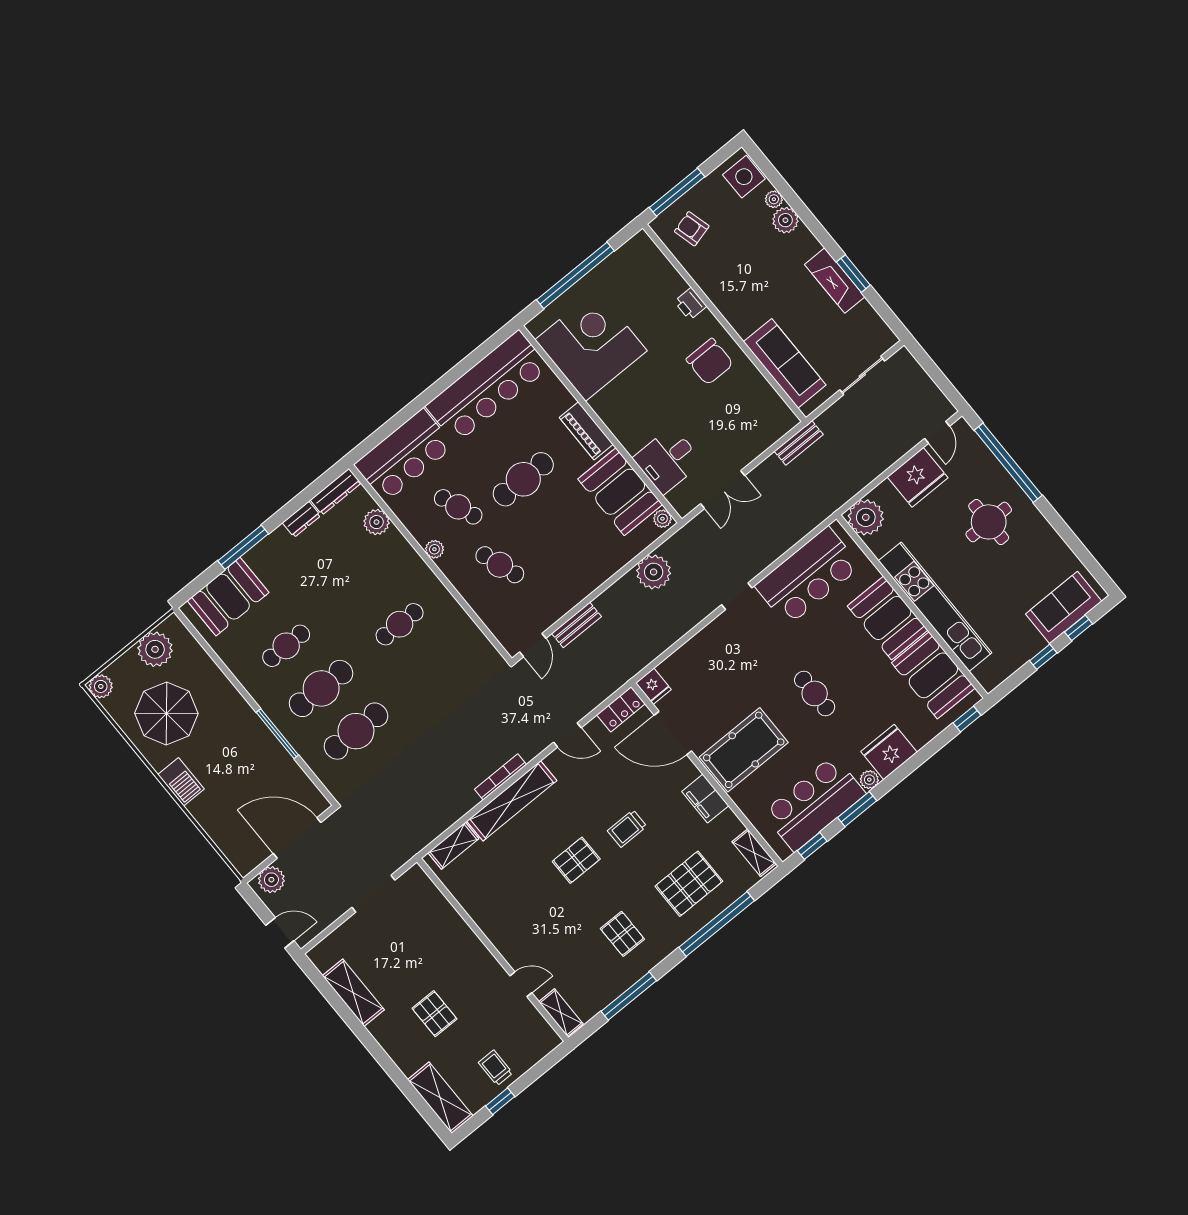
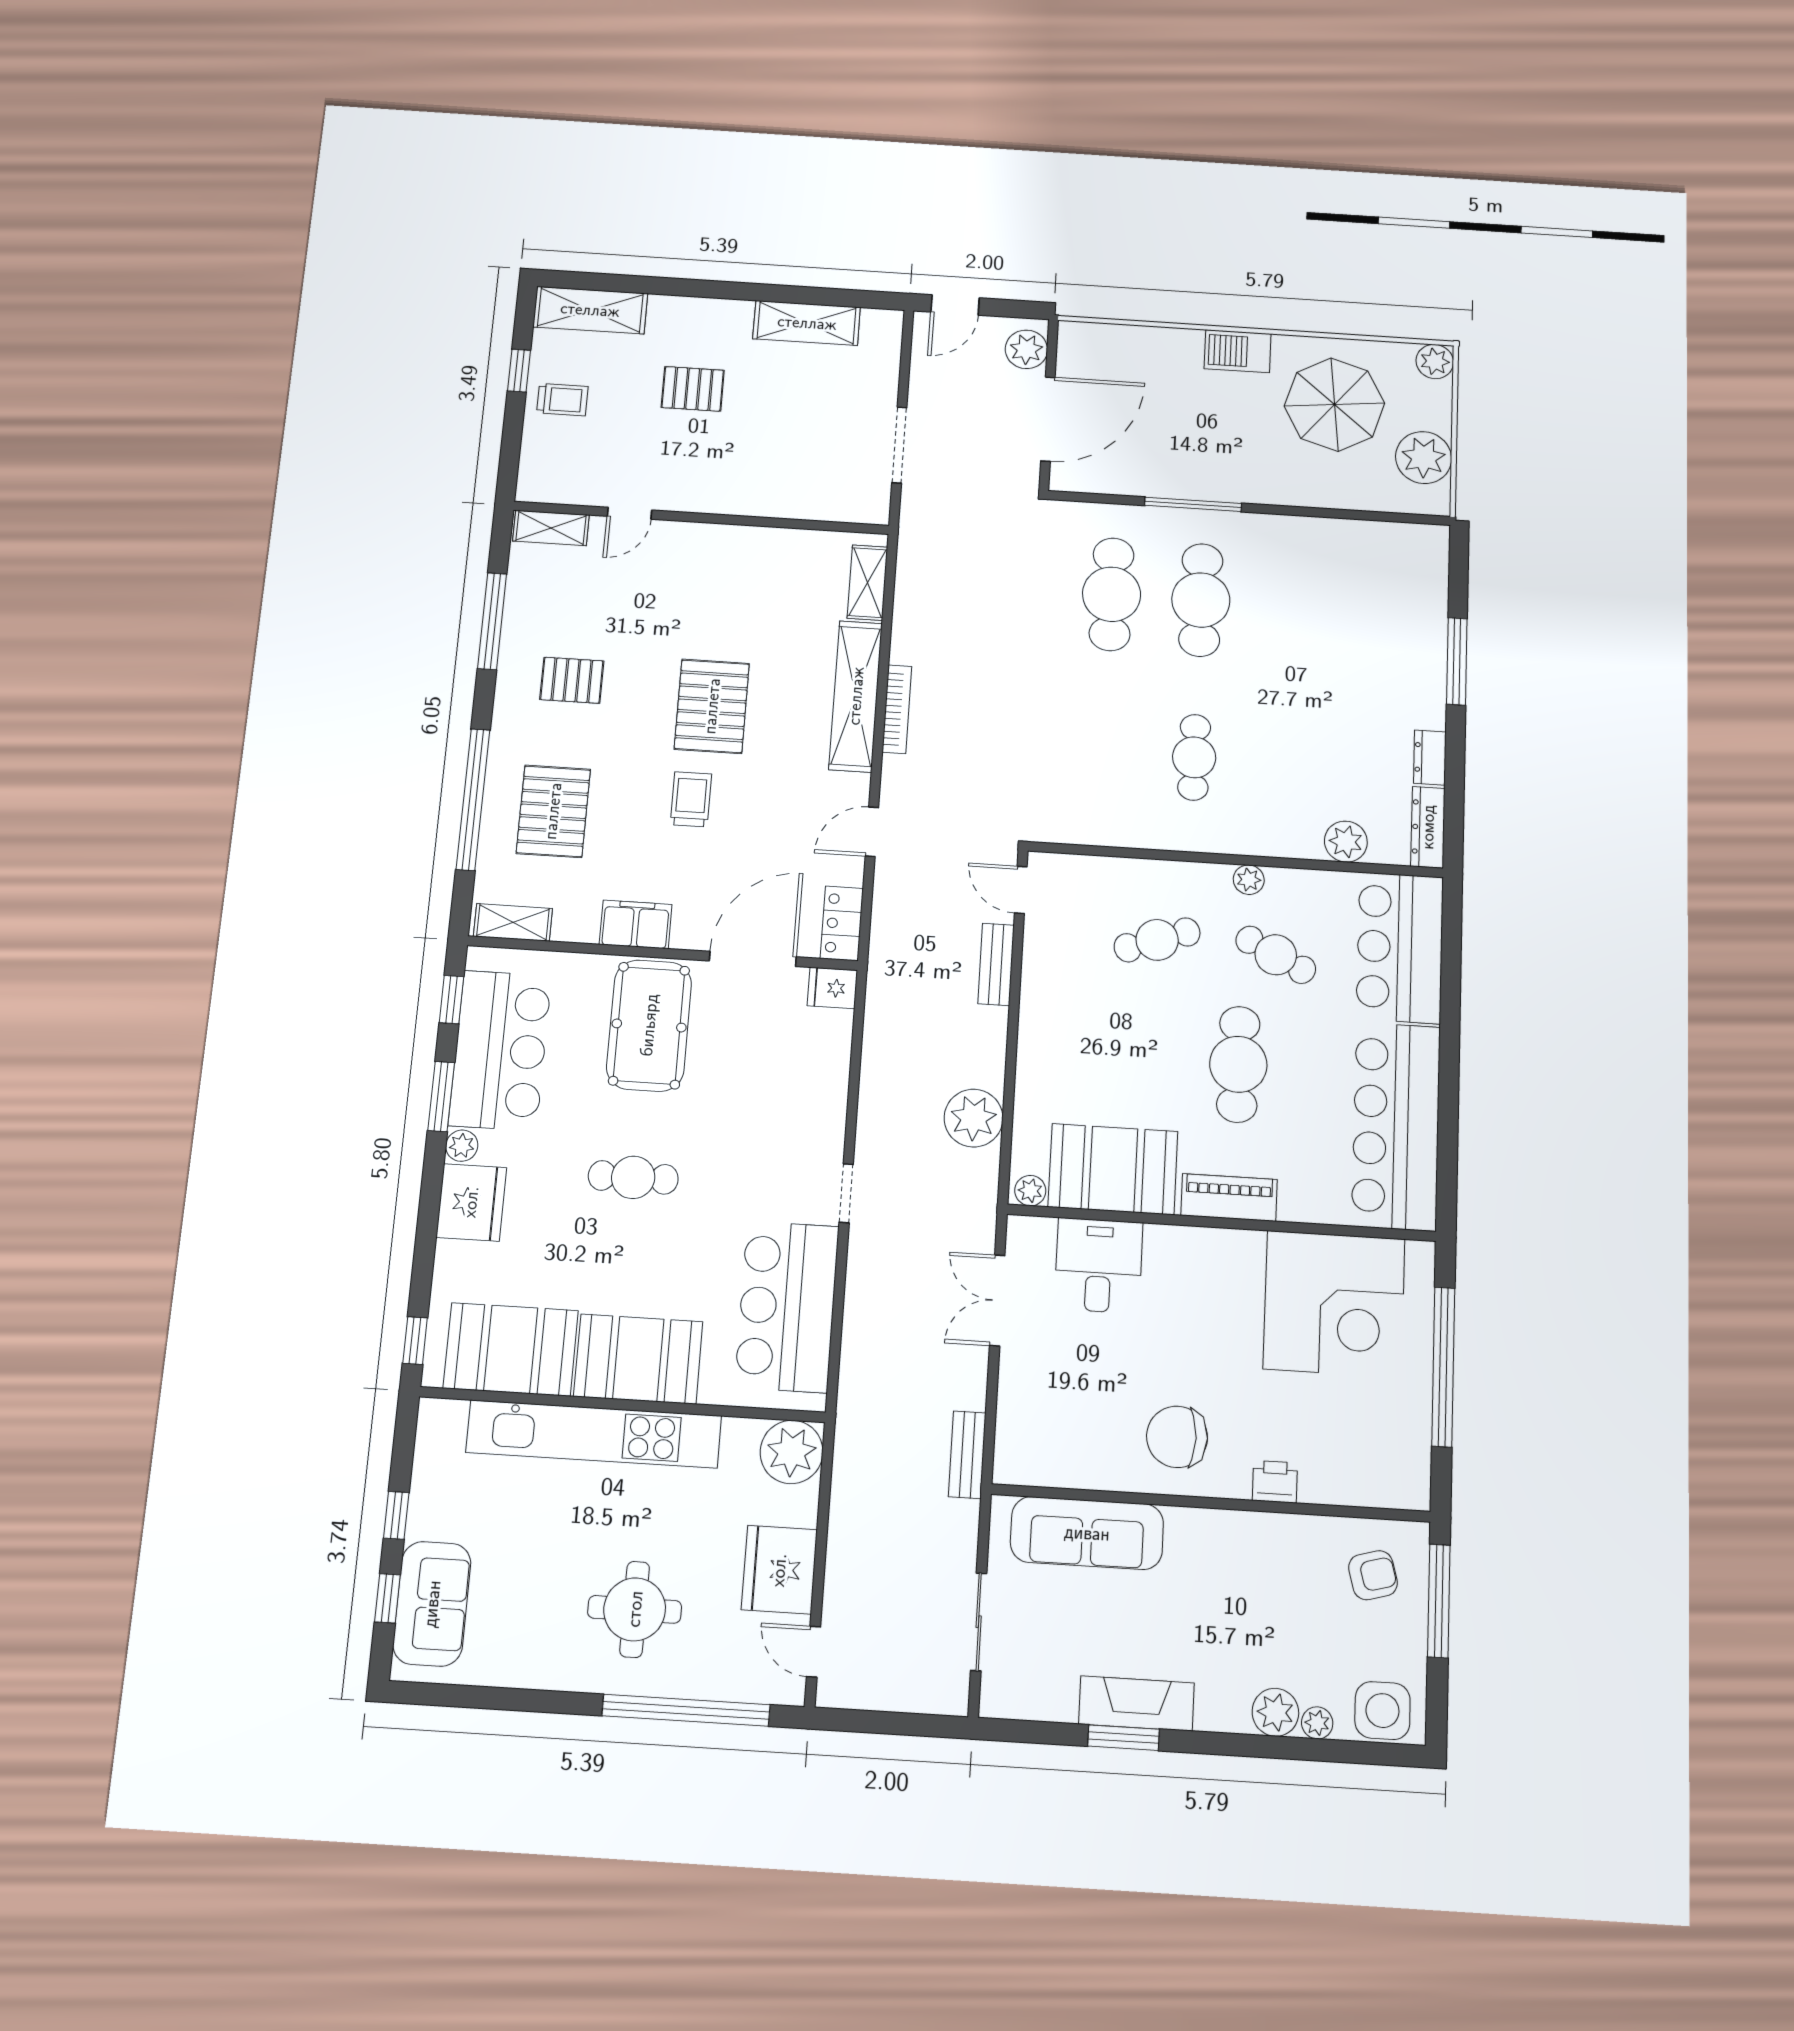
cafe table: (458, 507) -> (1276, 955), turned 48
booth: (228, 597) -> (1412, 592), removed
cafe table: (286, 646) -> (1290, 606), removed
pallet: (576, 860) -> (712, 706), width x1.50, depth x1.42

